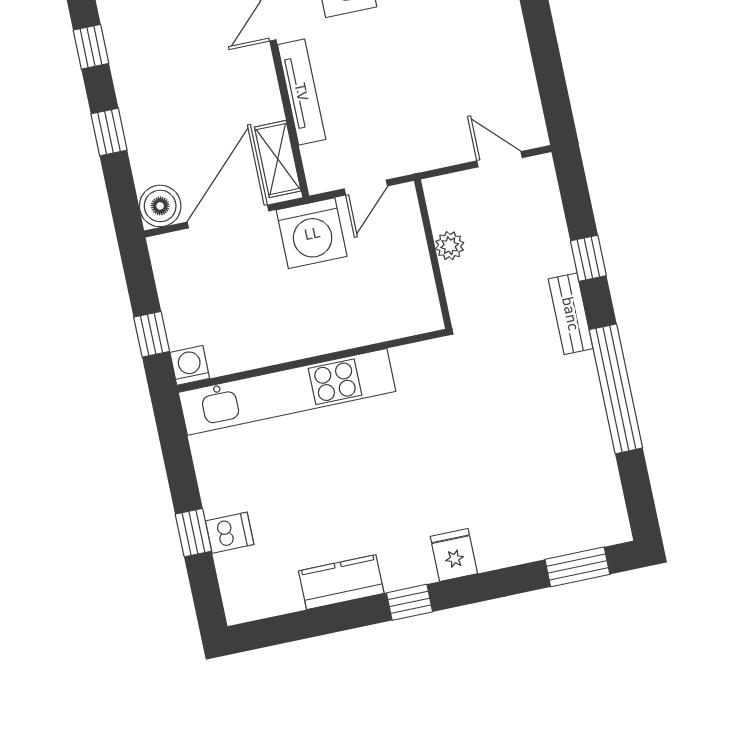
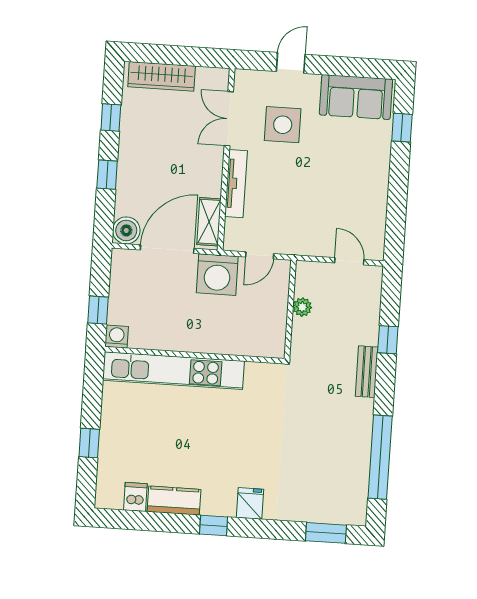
window: (616, 389) -> (380, 457), moved
dishwasher: (230, 533) -> (135, 497), moved, turned -90

